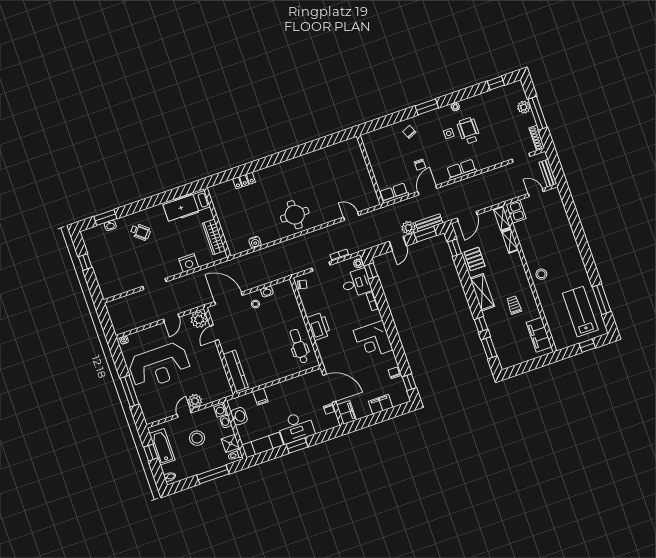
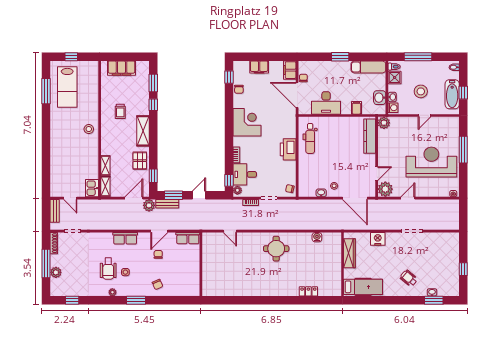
plant: (409, 228) -> (149, 205), moved
filing cabinet: (539, 335) -> (121, 68), moved, turned 90
plant: (195, 401) -> (384, 123), moved
desk: (296, 427) -> (326, 103), moved, turned 180

